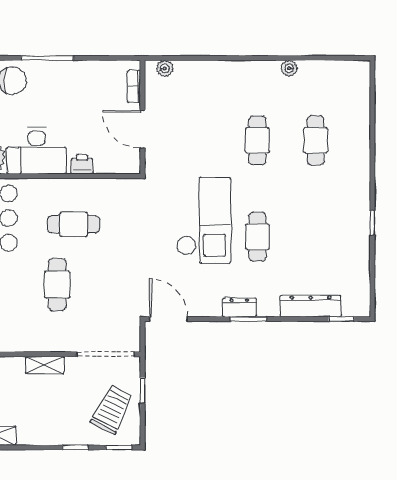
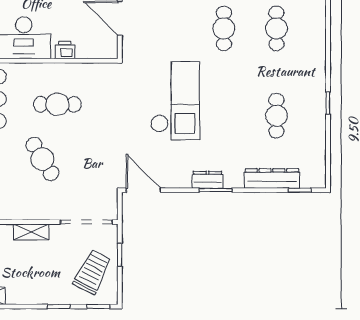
cafe table: (257, 237) -> (276, 116), moved
cafe table: (57, 285) -> (42, 159), turned -31

